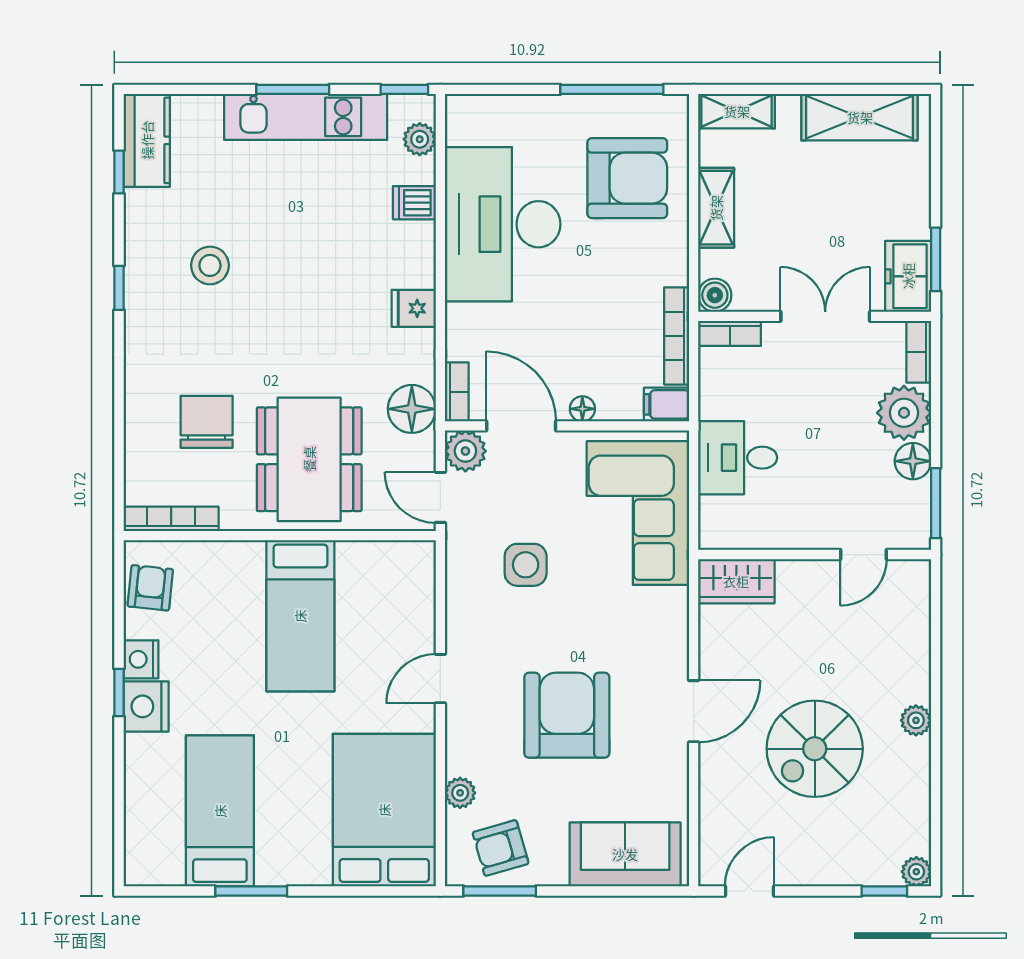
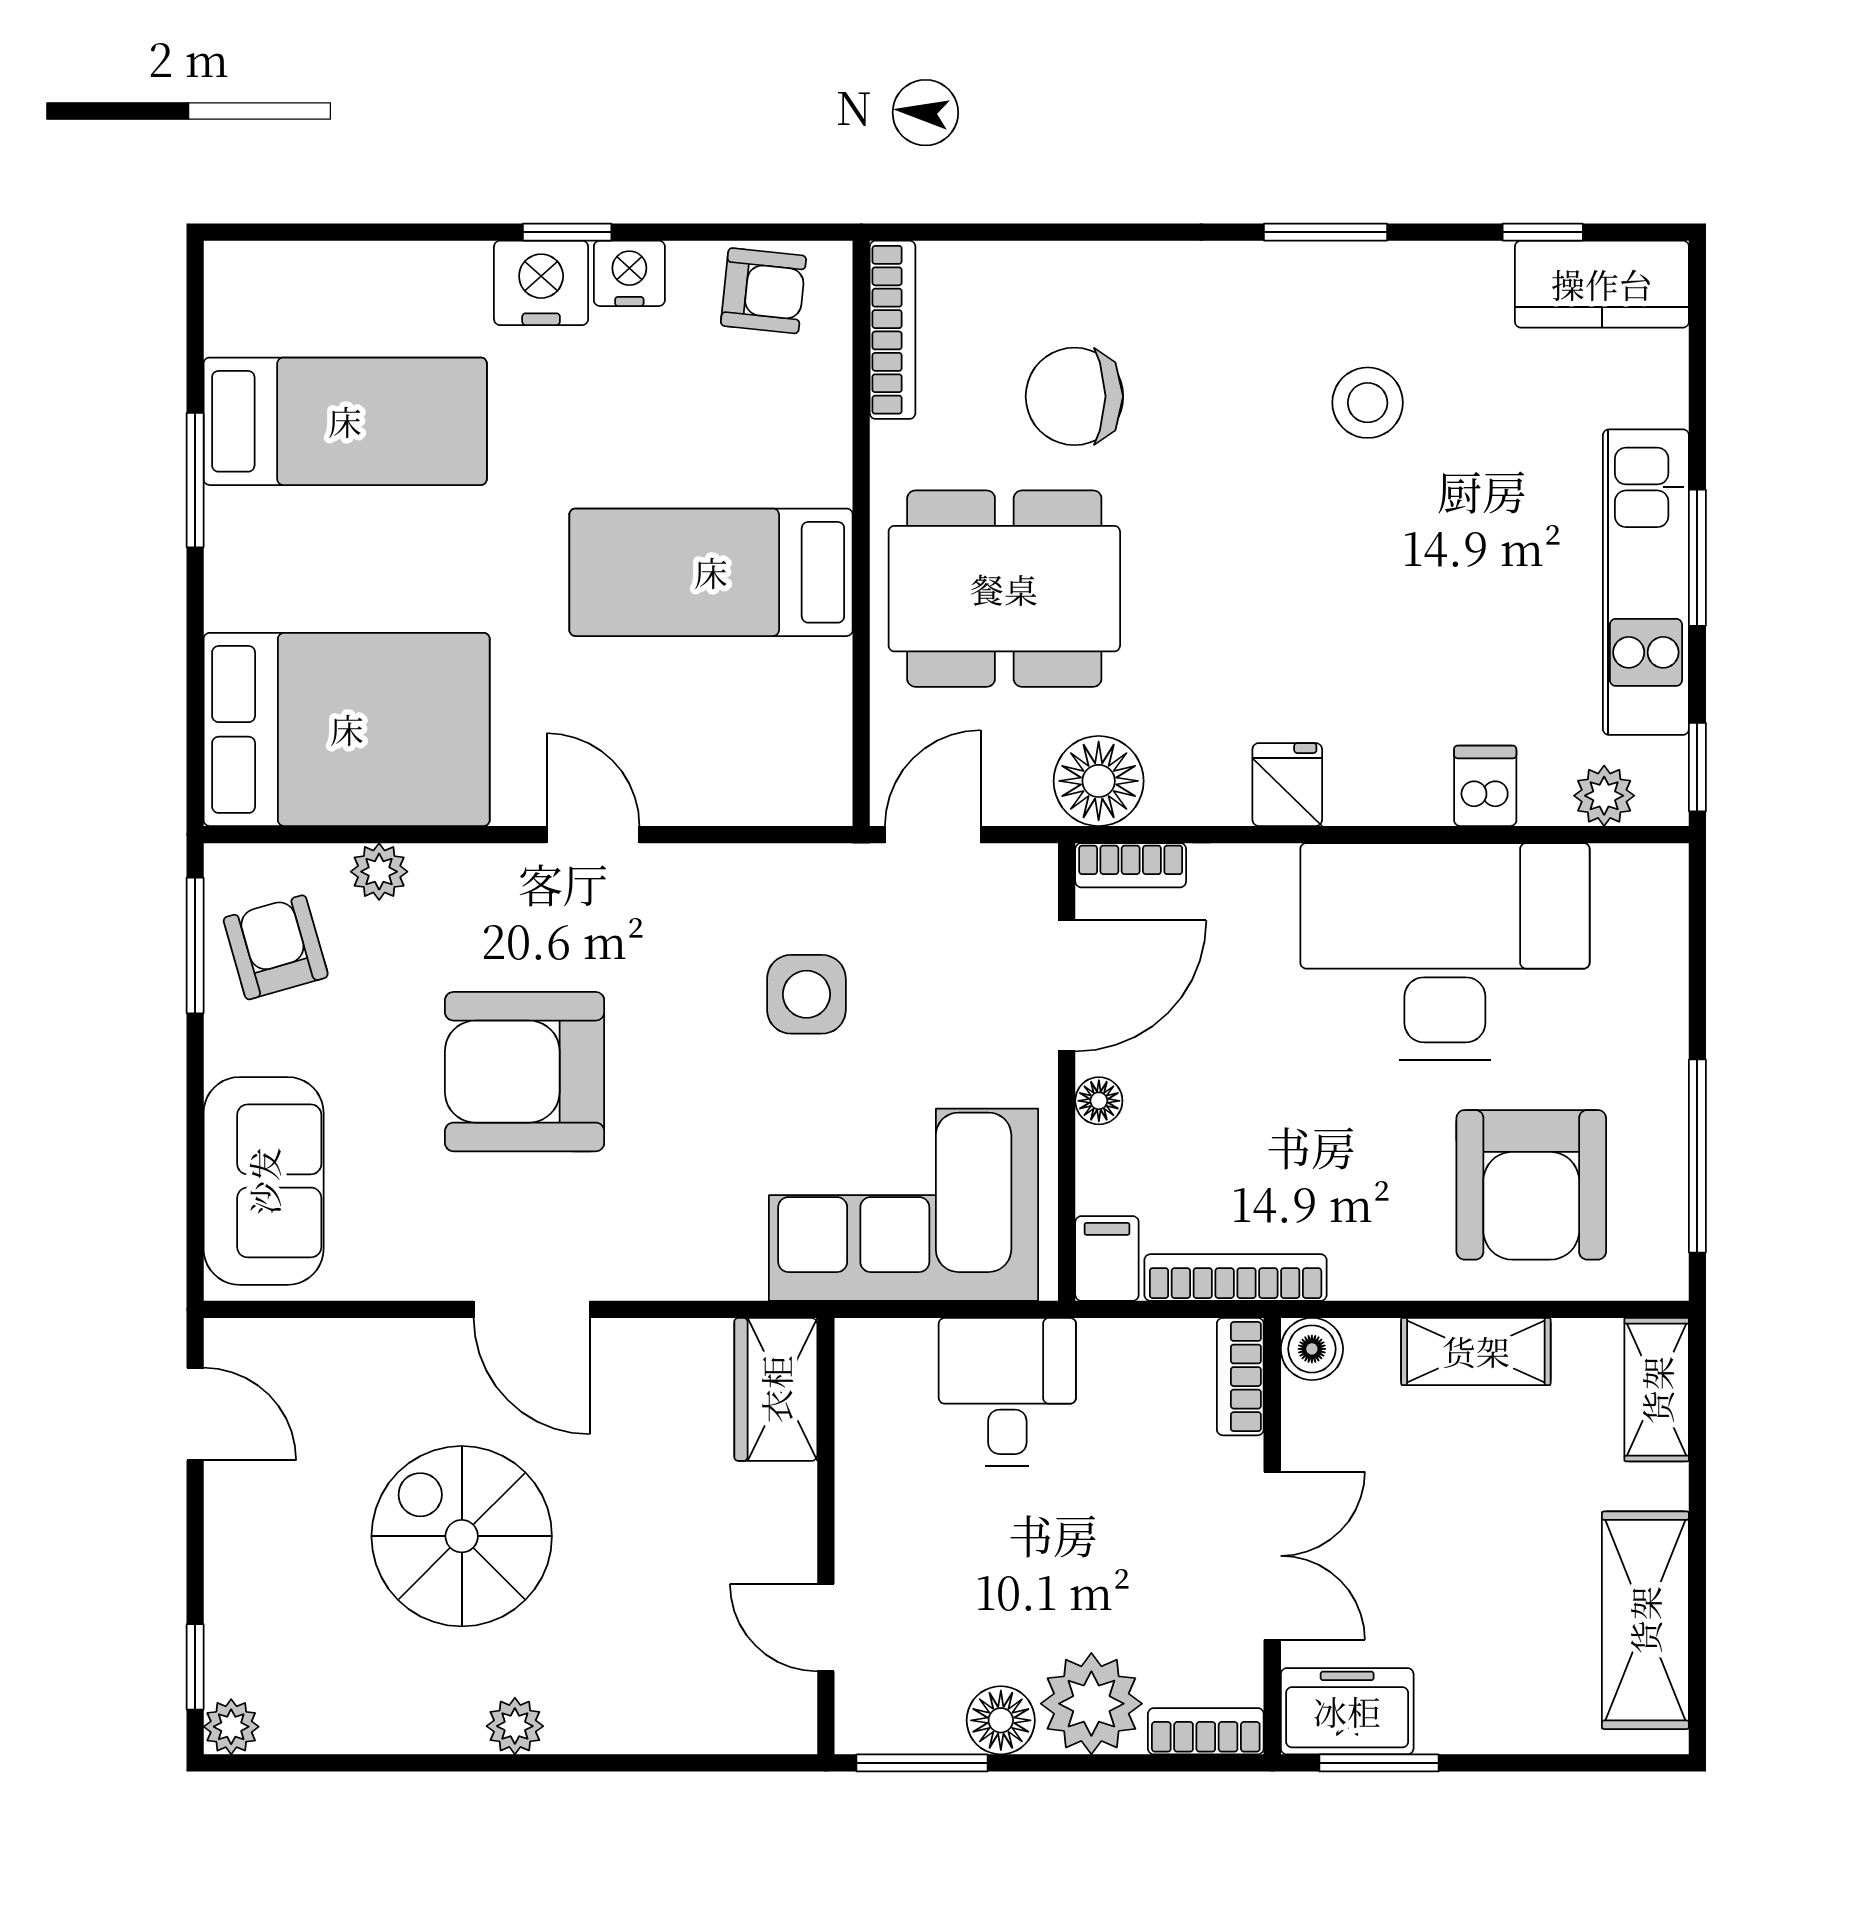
window: (119, 288) -> (1326, 232), width x1.50
chair: (207, 422) -> (1074, 396), turned 180
plant: (465, 451) -> (1020, 882), removed
armchair: (567, 715) -> (525, 1072), turned 180

